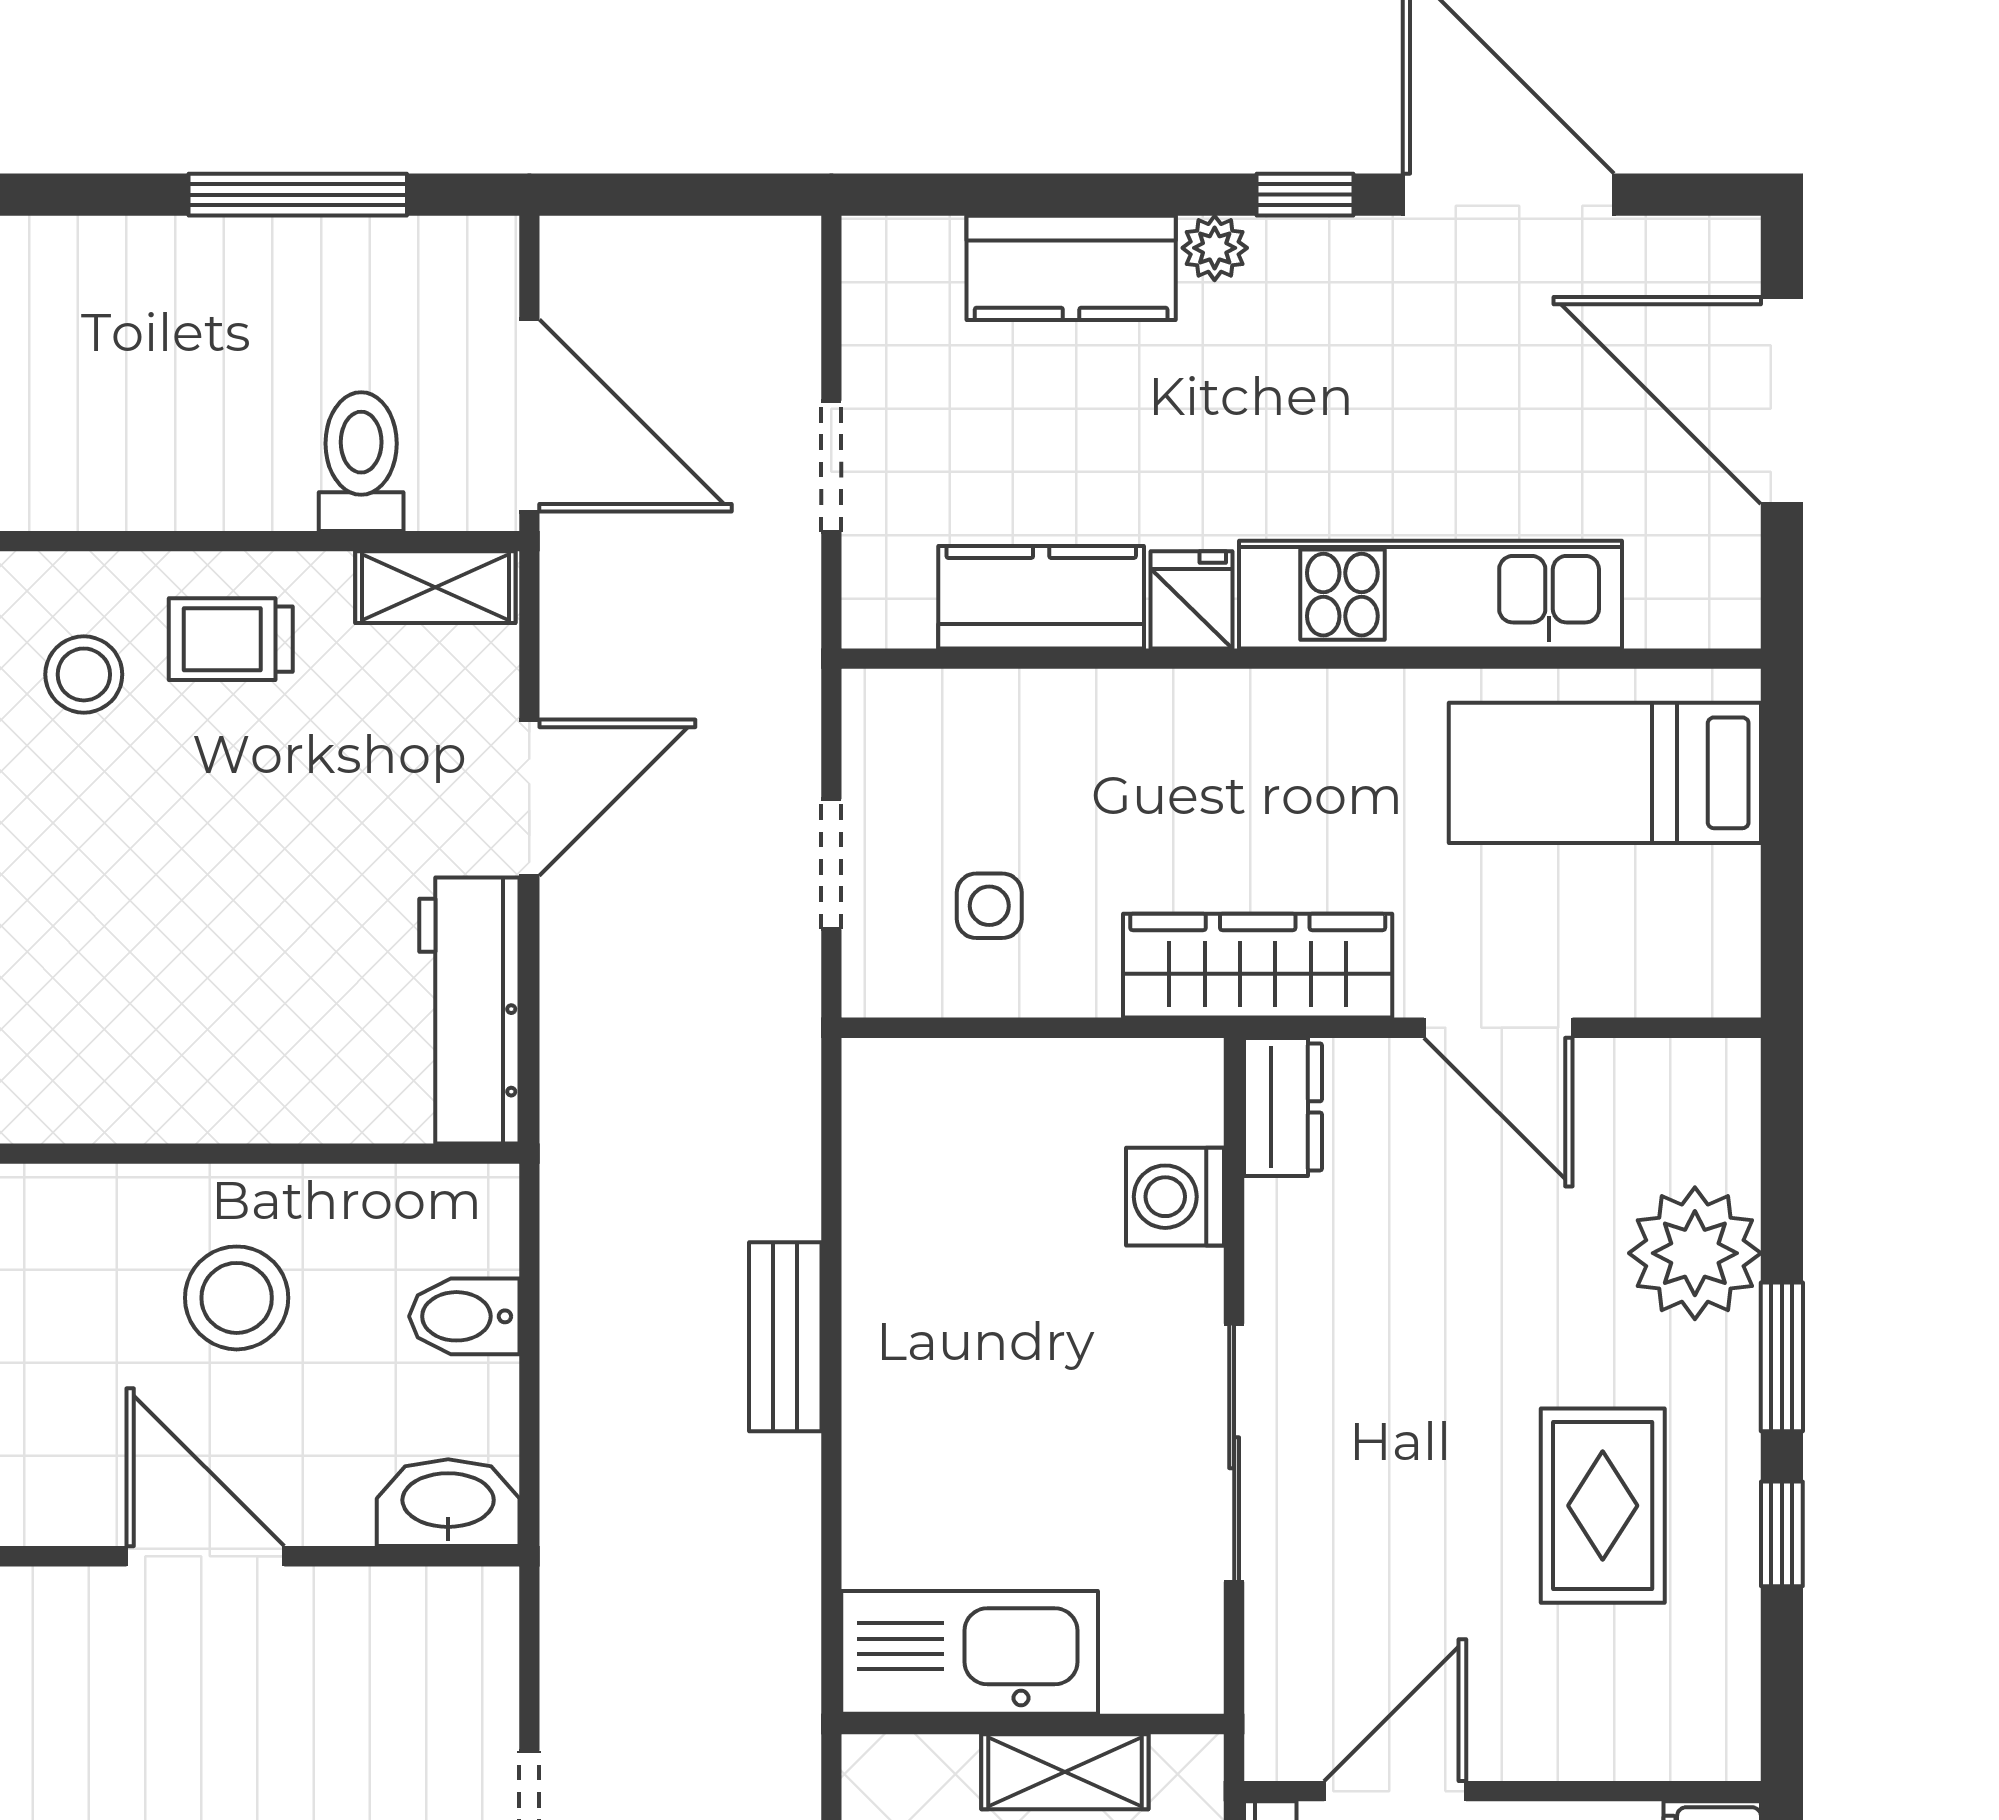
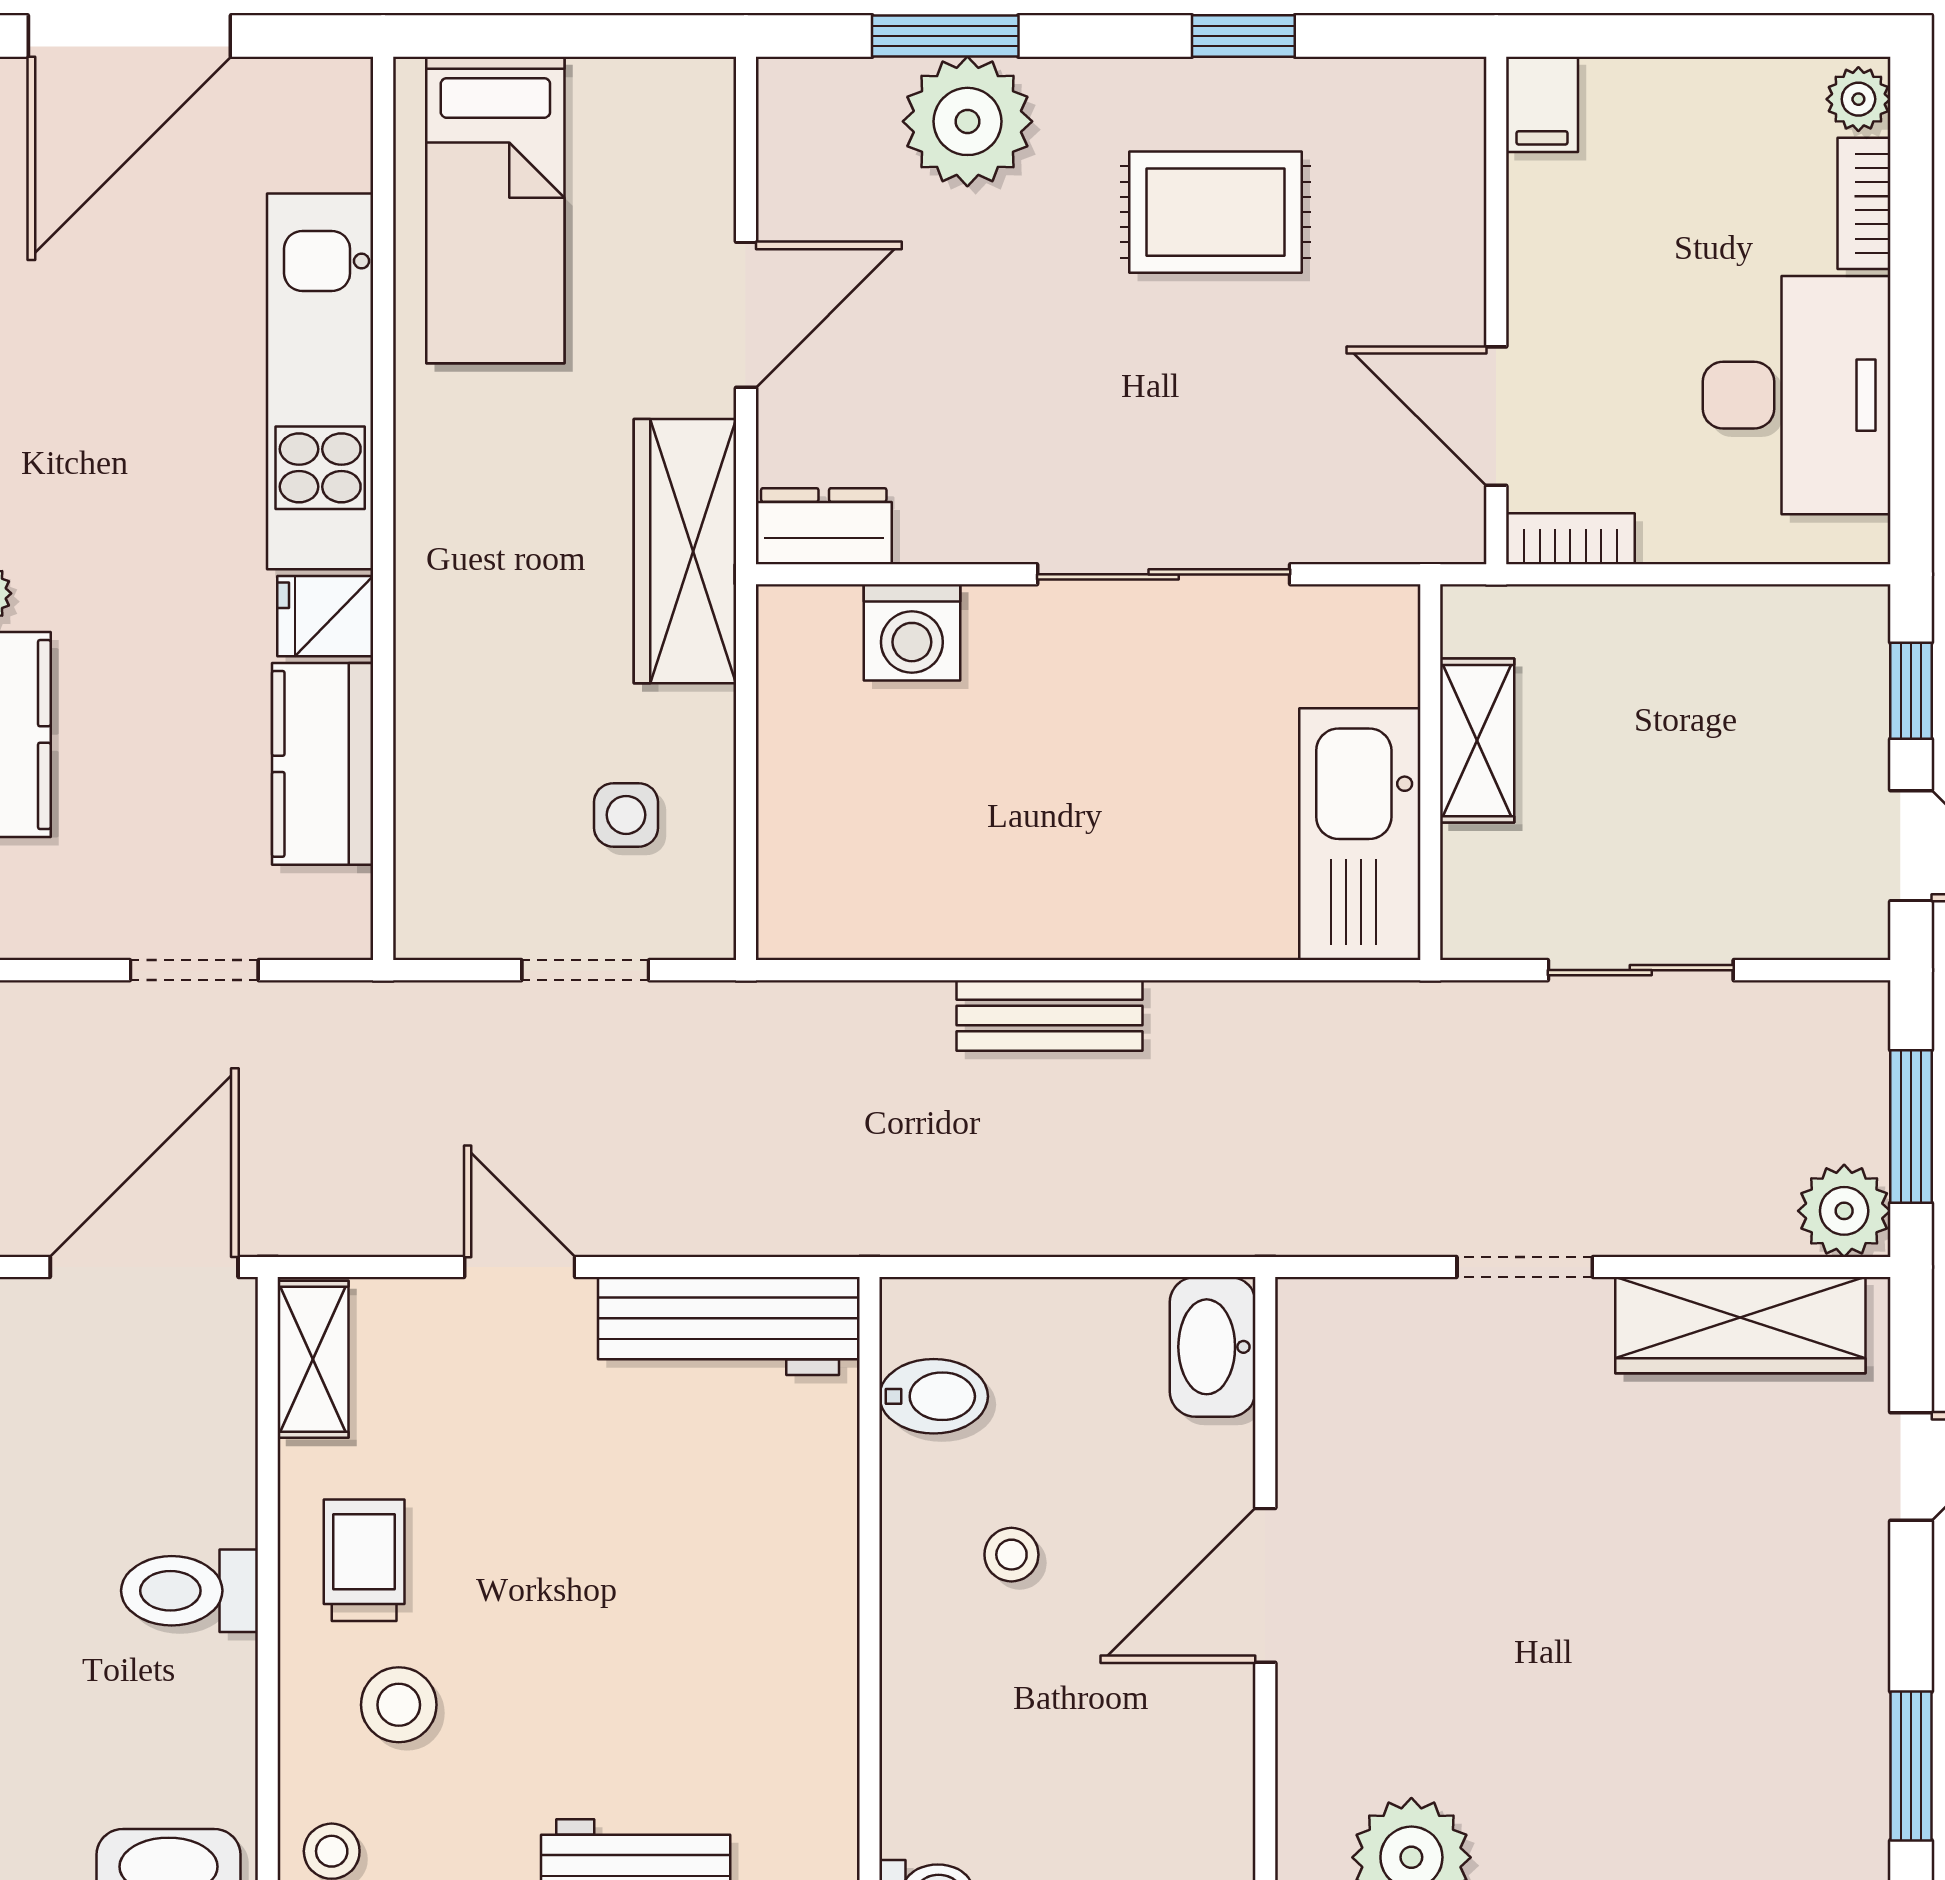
toilet: (361, 462) -> (189, 1591), moved
trolley: (231, 639) -> (364, 1560), turned 180
door: (529, 798) -> (520, 1267), width x0.73
stool: (237, 1298) -> (1011, 1555), width x0.53, depth x0.53
bidet: (464, 1316) -> (934, 1396), moved, turned -90
window: (1782, 1357) -> (945, 36), moved

